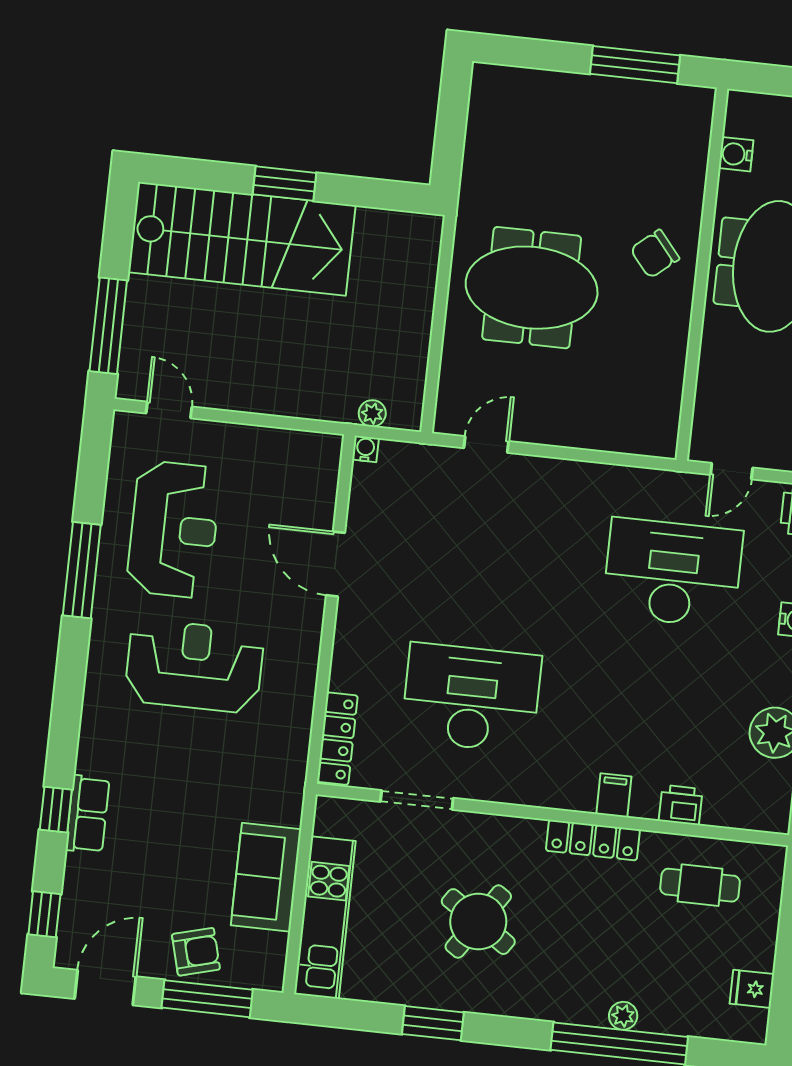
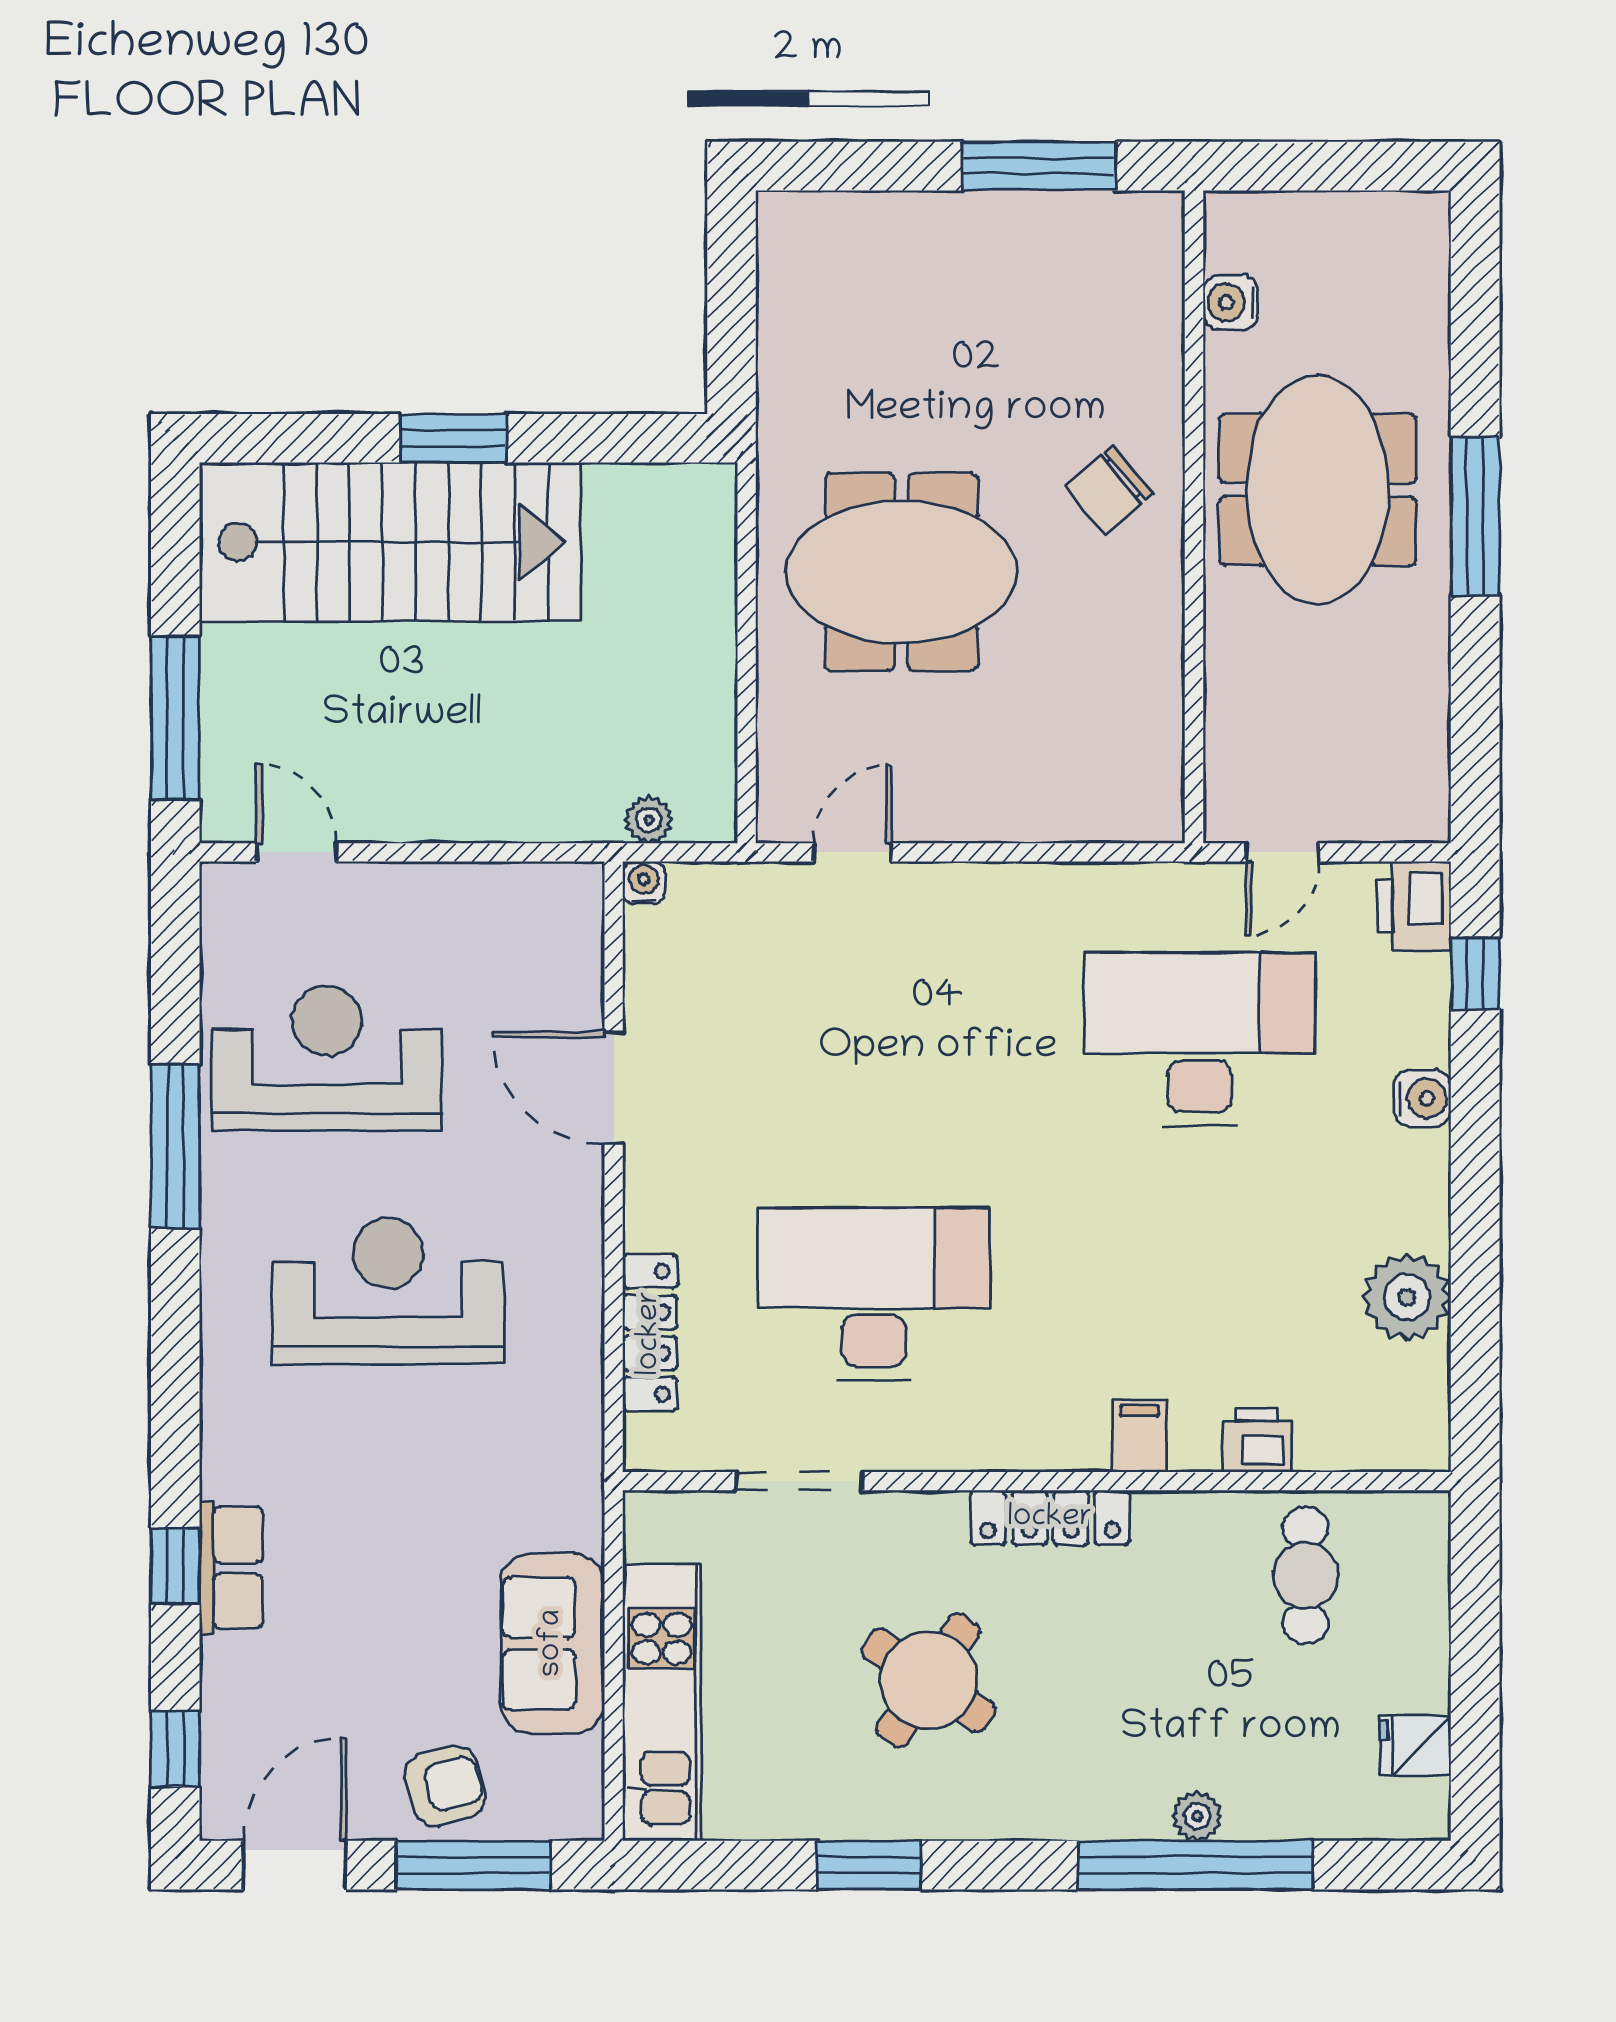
reception desk: (174, 529) -> (327, 1058), turned -90
locker: (337, 739) -> (650, 1333), moved
locker: (593, 840) -> (1050, 1518), moved
cafe table: (700, 885) -> (1306, 1576), turned 90

